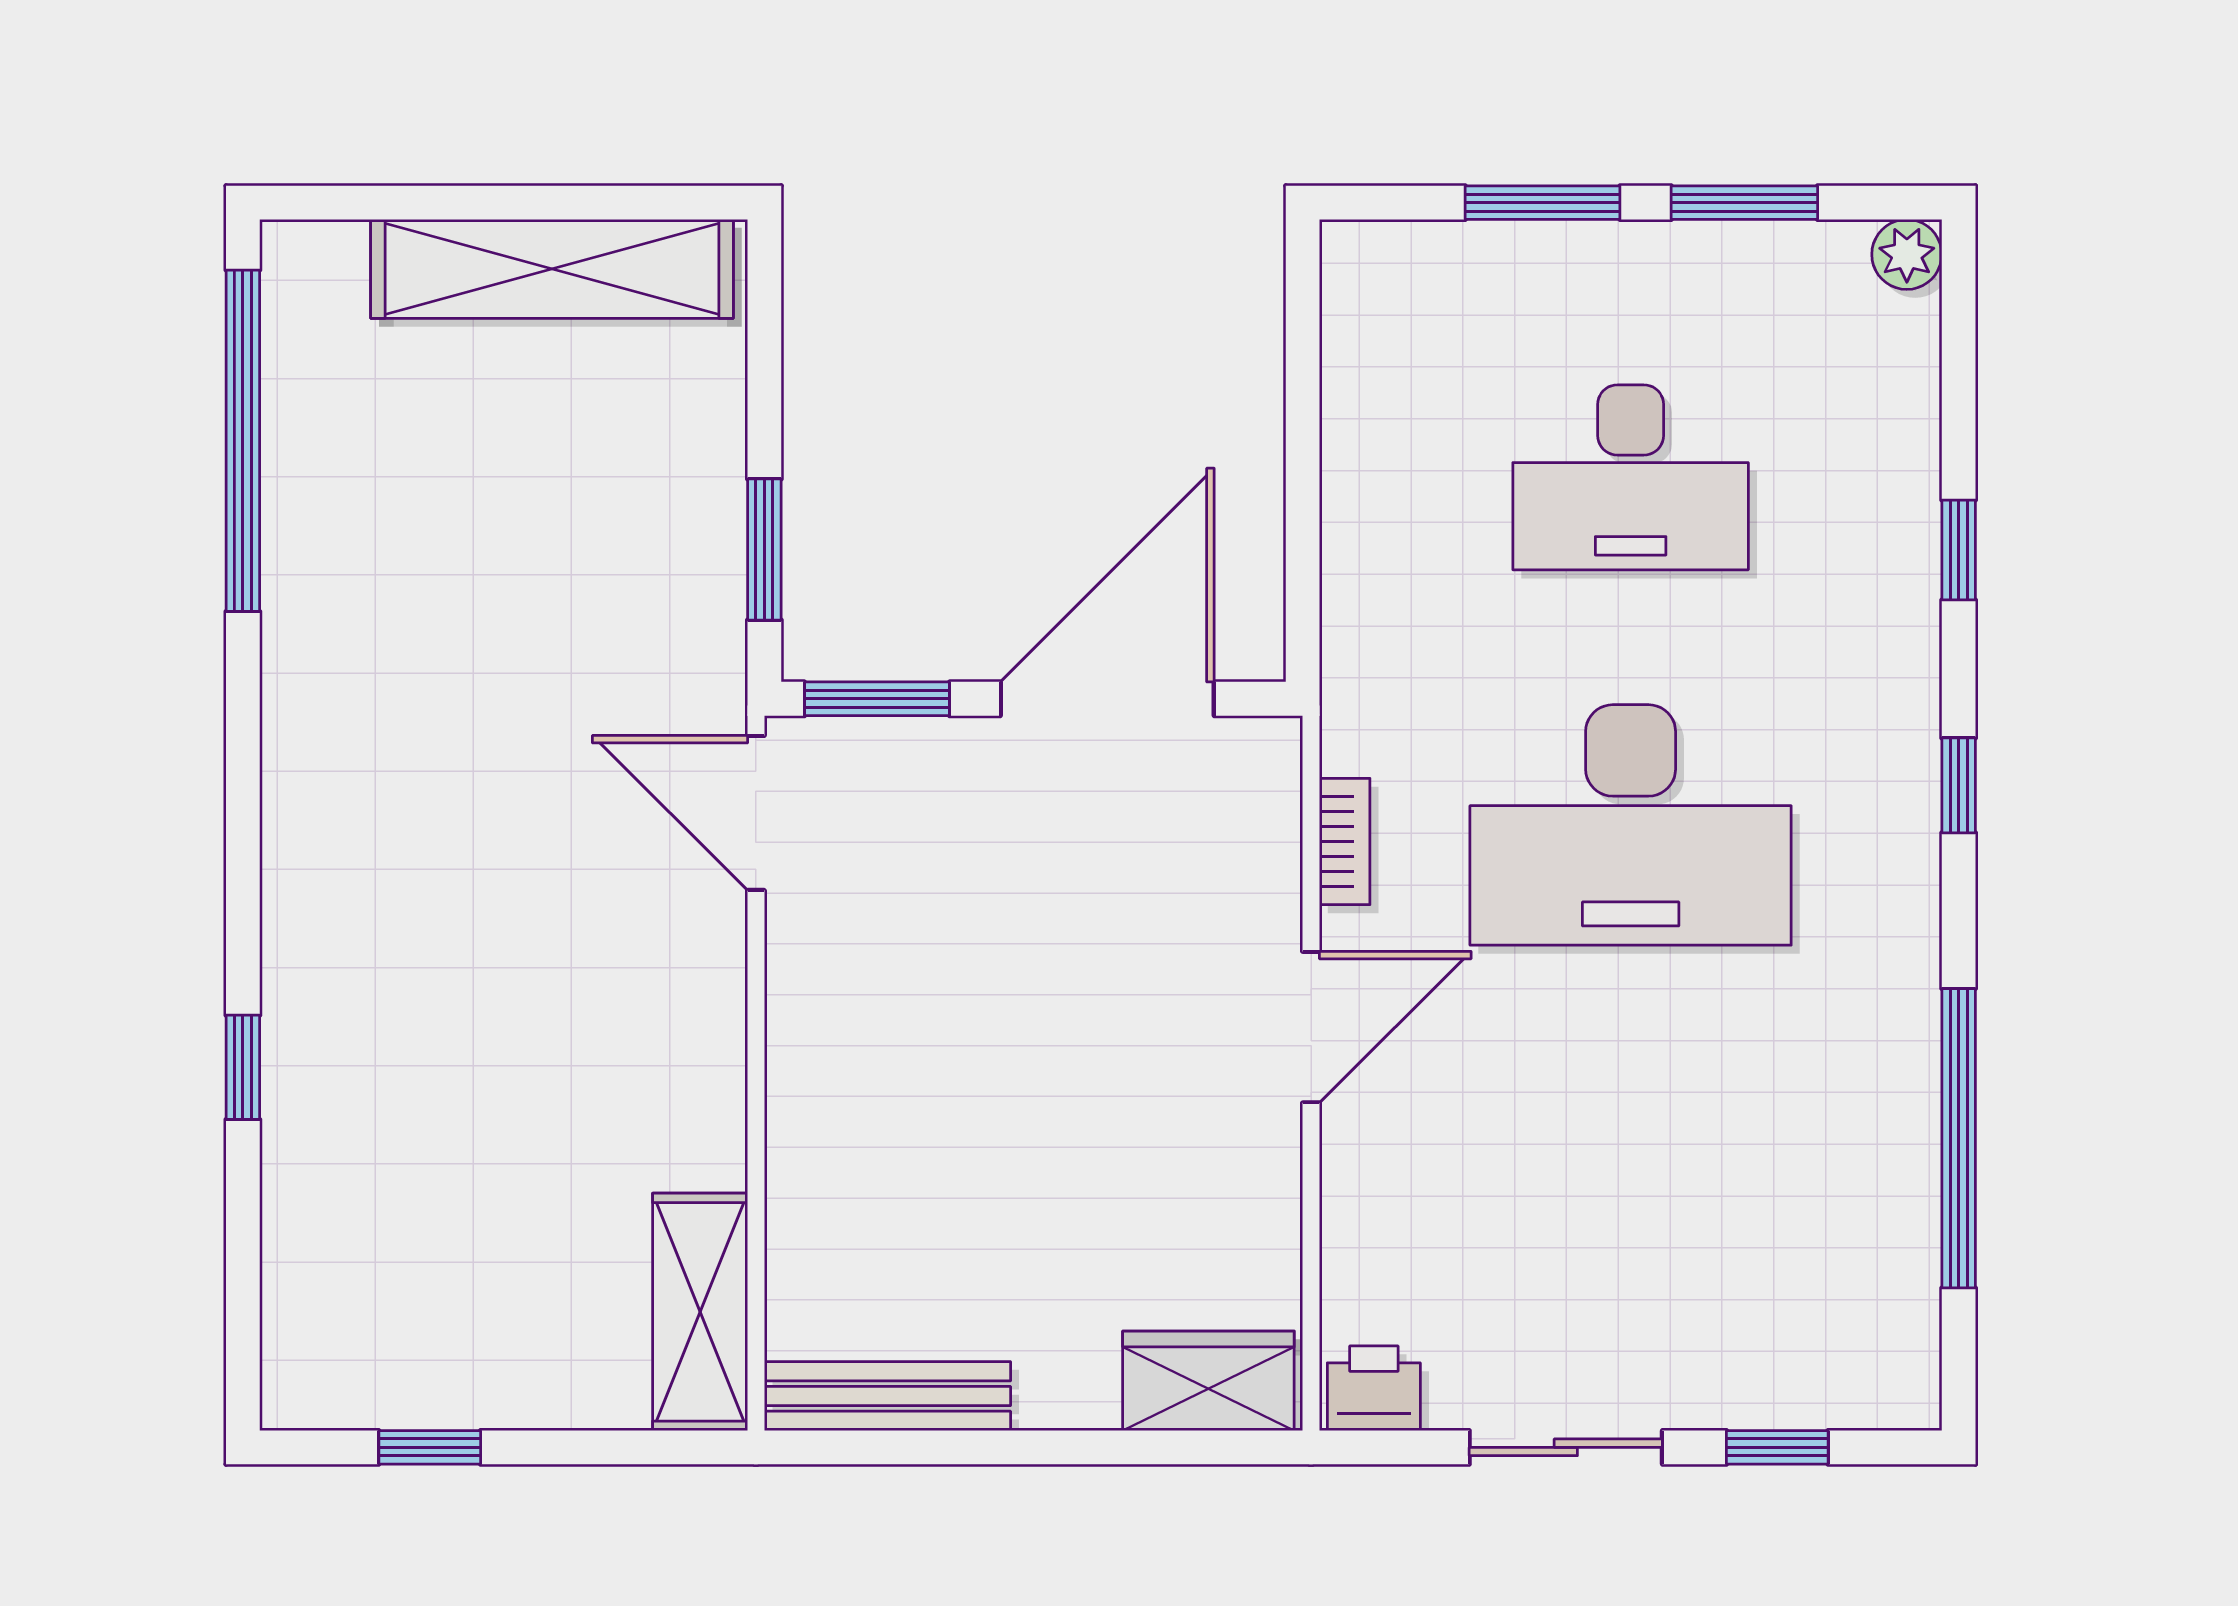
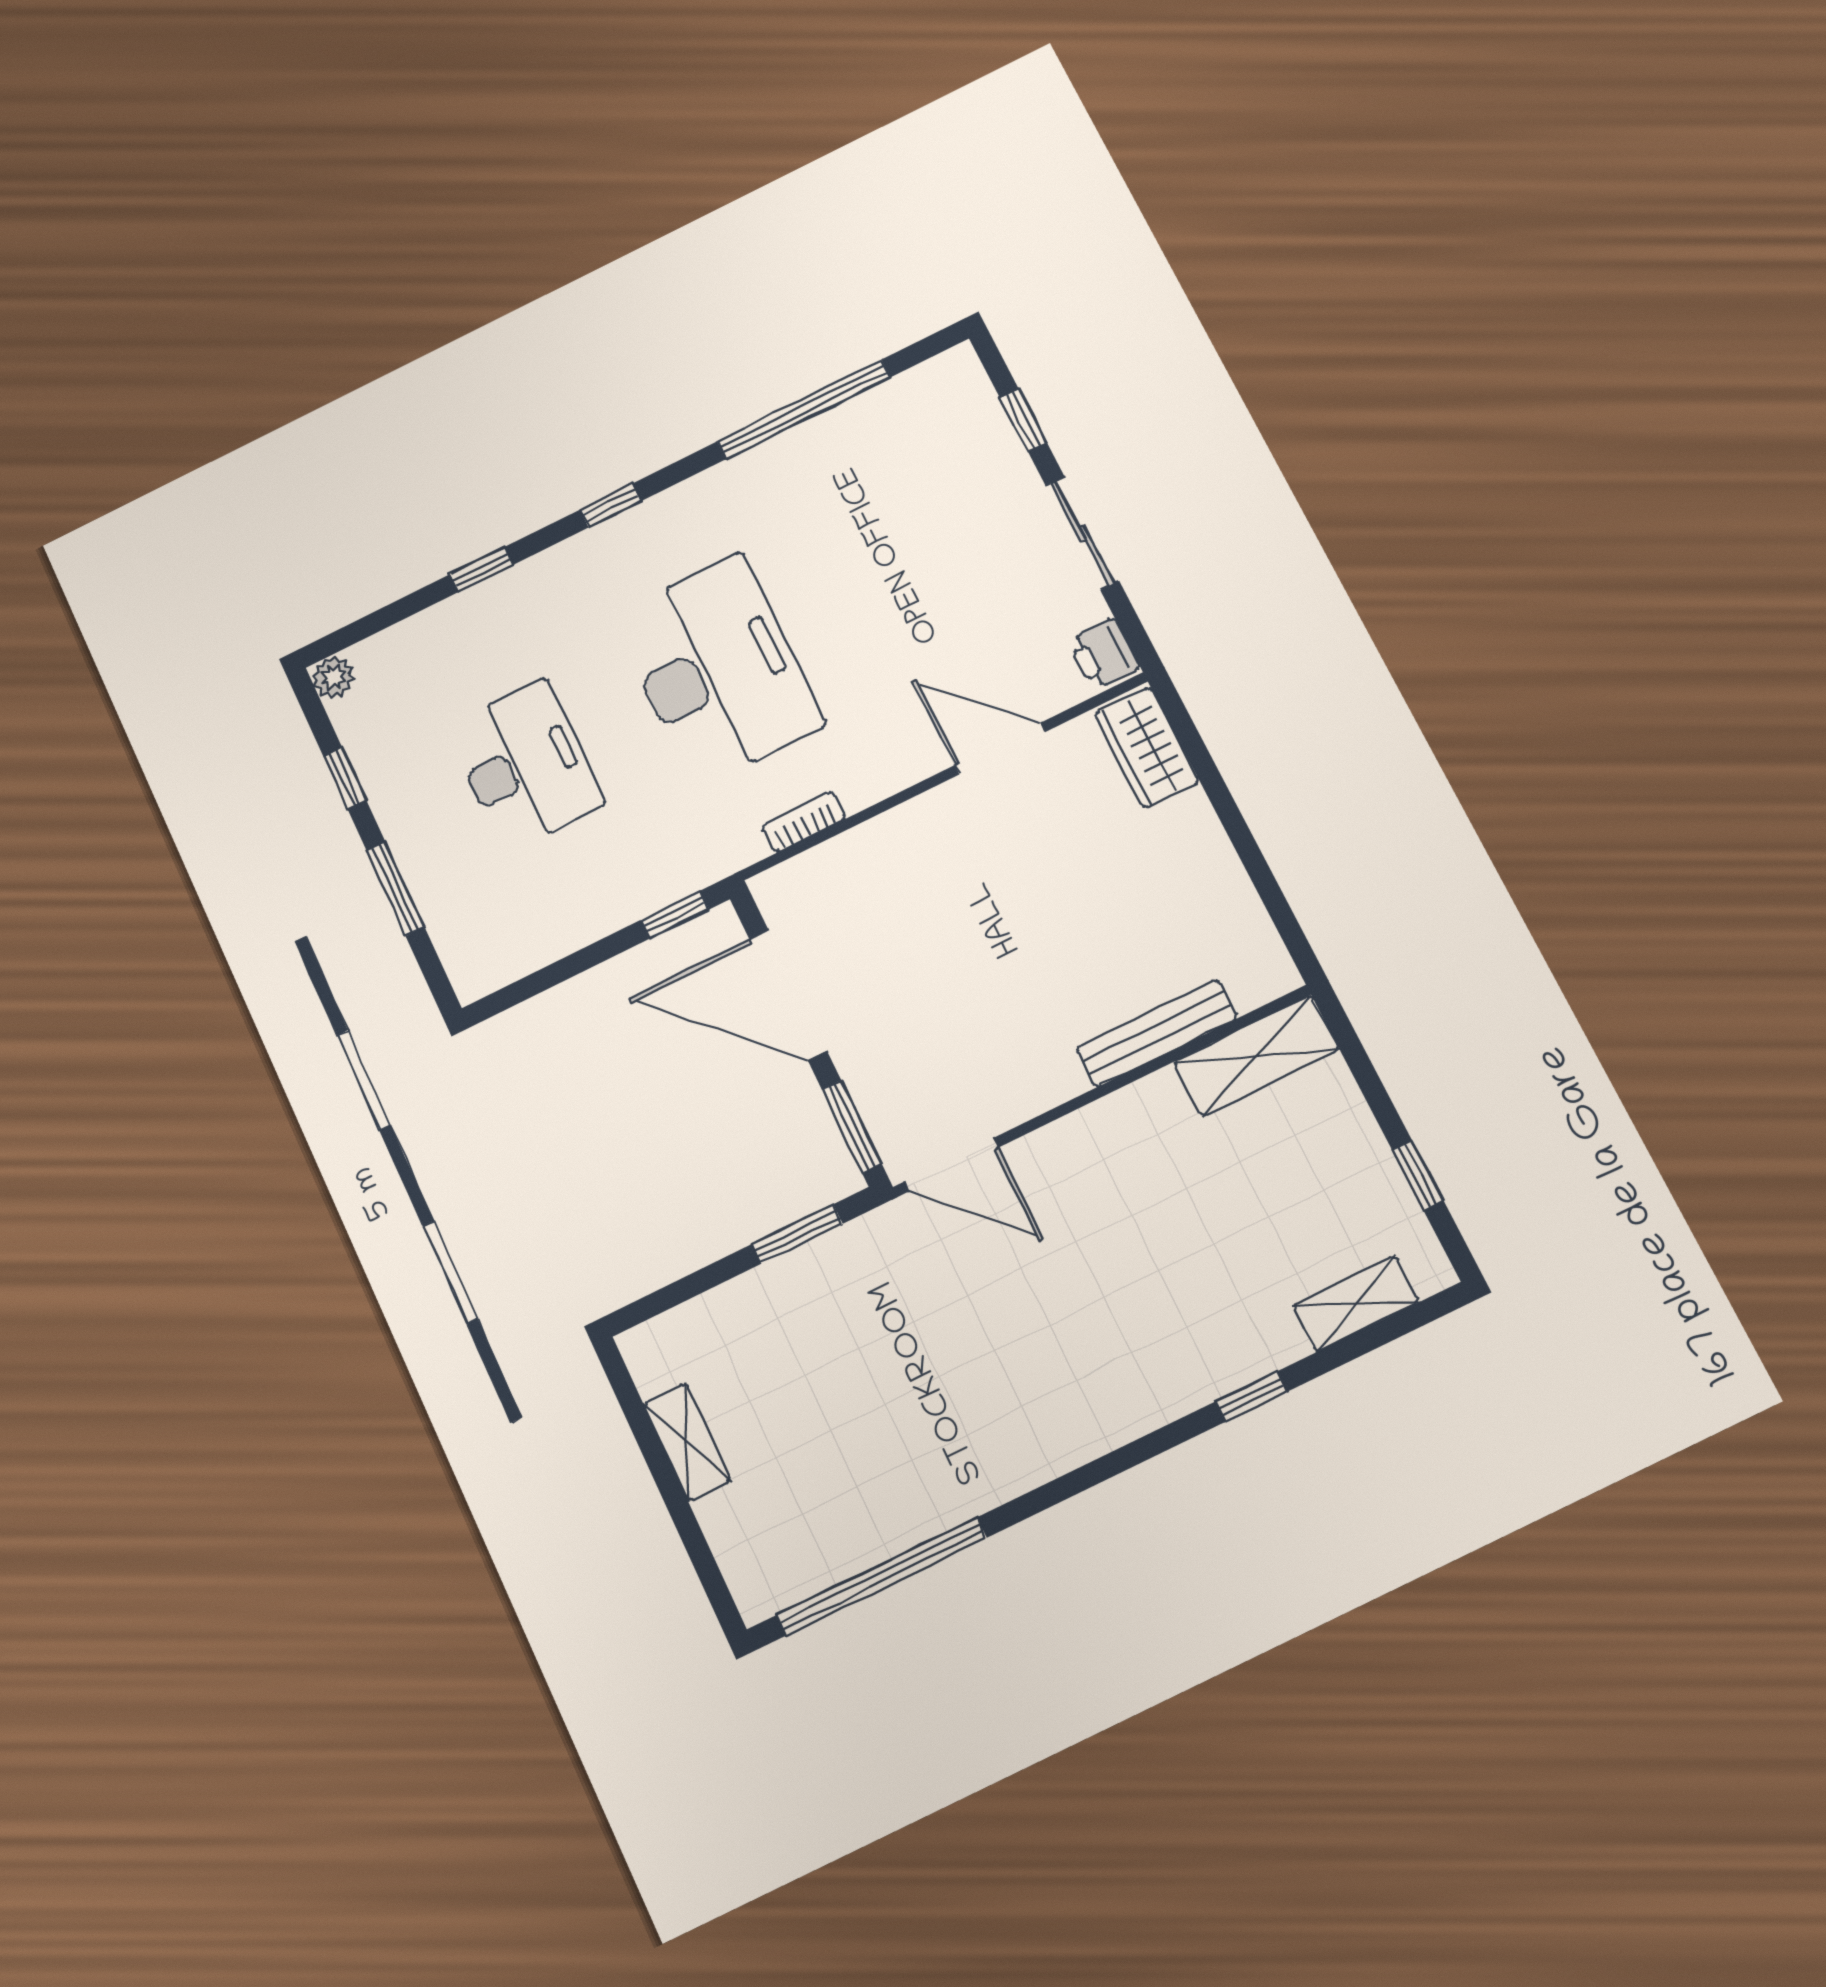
window: (1744, 203) -> (345, 779), width x0.67
shelving: (552, 269) -> (687, 1442), width x0.45, depth x0.75
window: (1303, 592) -> (675, 915), added
door: (756, 813) -> (951, 1165), hinge flipped
door: (1311, 1027) -> (1000, 749), moved
shelving: (299, 1273) -> (1356, 1304), added
bench: (887, 1396) -> (1157, 1033), moved, turned 90

